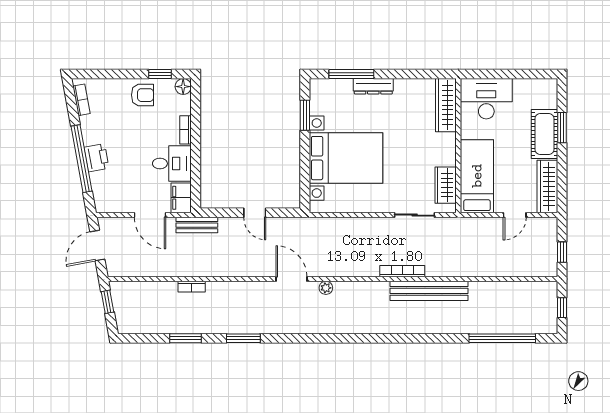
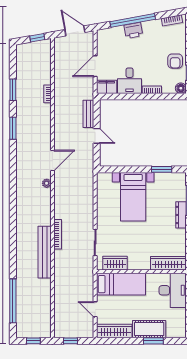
bed with nightstands: (346, 158) -> (133, 197), width x0.73
door: (255, 213) -> (97, 136), swing flipped
bench: (197, 225) -> (88, 114), moved

